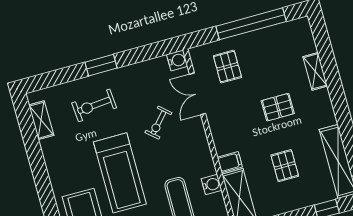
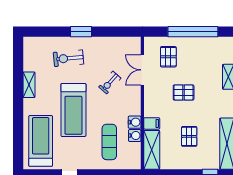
water cooler: (177, 60) -> (135, 122), moved
pallet: (278, 107) -> (184, 92), moved
shelving: (41, 120) -> (29, 85), moved

